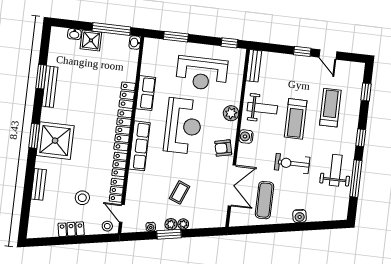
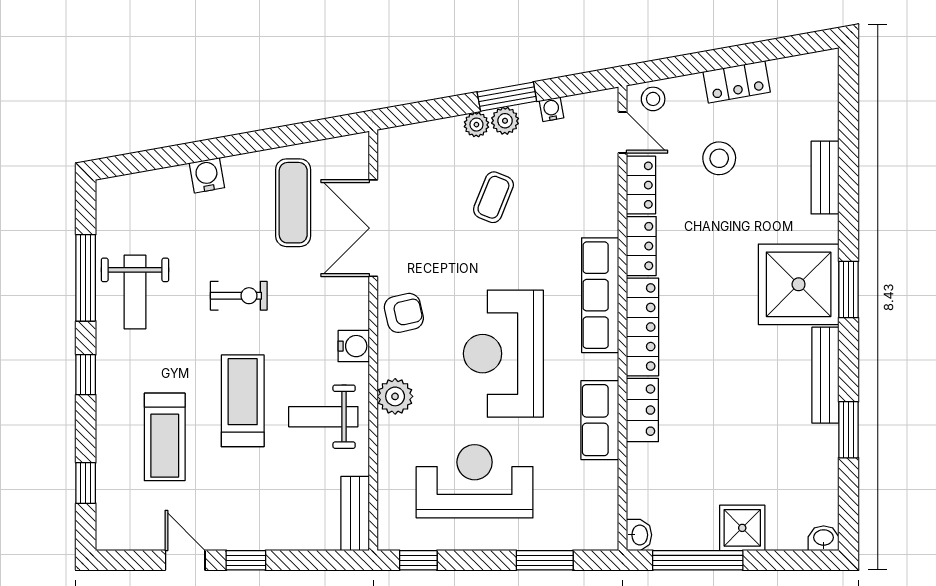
washbasin: (74, 34) -> (824, 538), moved
bench: (50, 87) -> (825, 375), moved
exercise bike: (292, 164) -> (239, 296), width x0.73, depth x0.72

